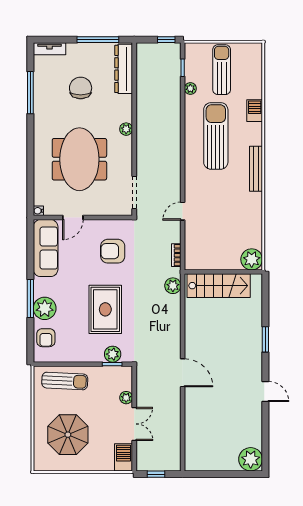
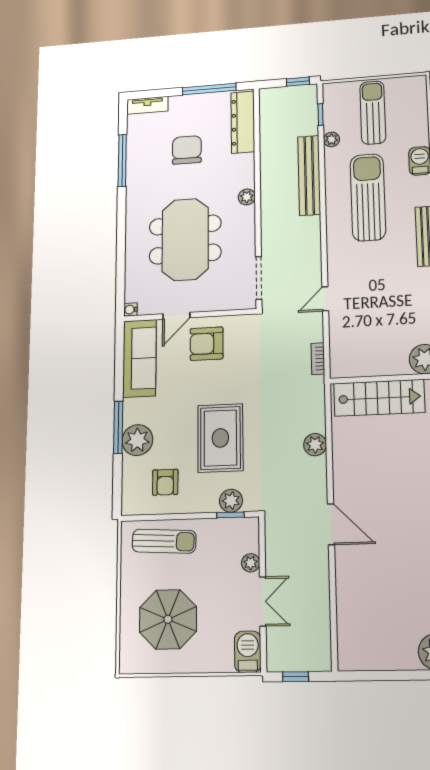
bench: (173, 116) -> (309, 175), added
armchair: (113, 251) -> (207, 344), moved
plant: (173, 286) -> (315, 445), moved
armchair: (46, 338) -> (165, 482), moved

